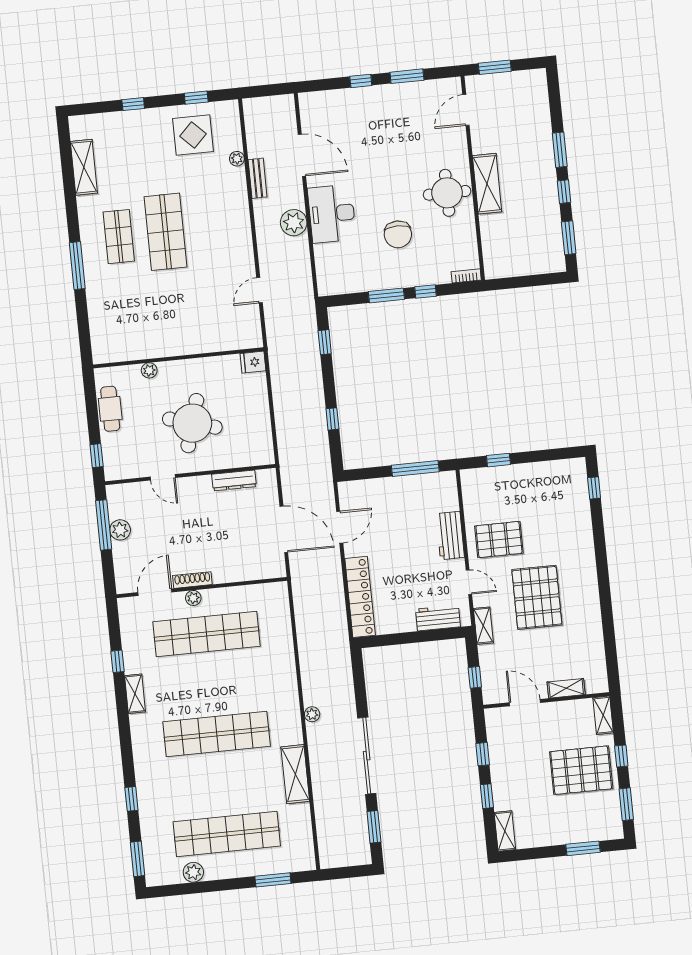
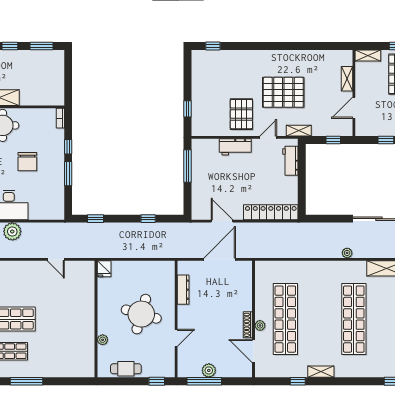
chair: (398, 234) -> (27, 162), turned 90

